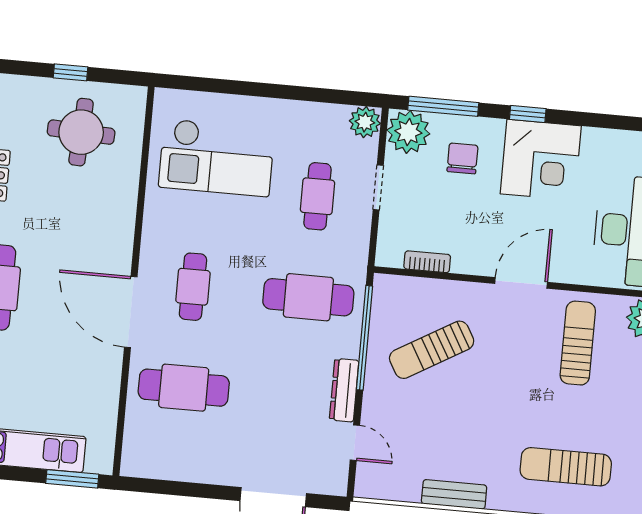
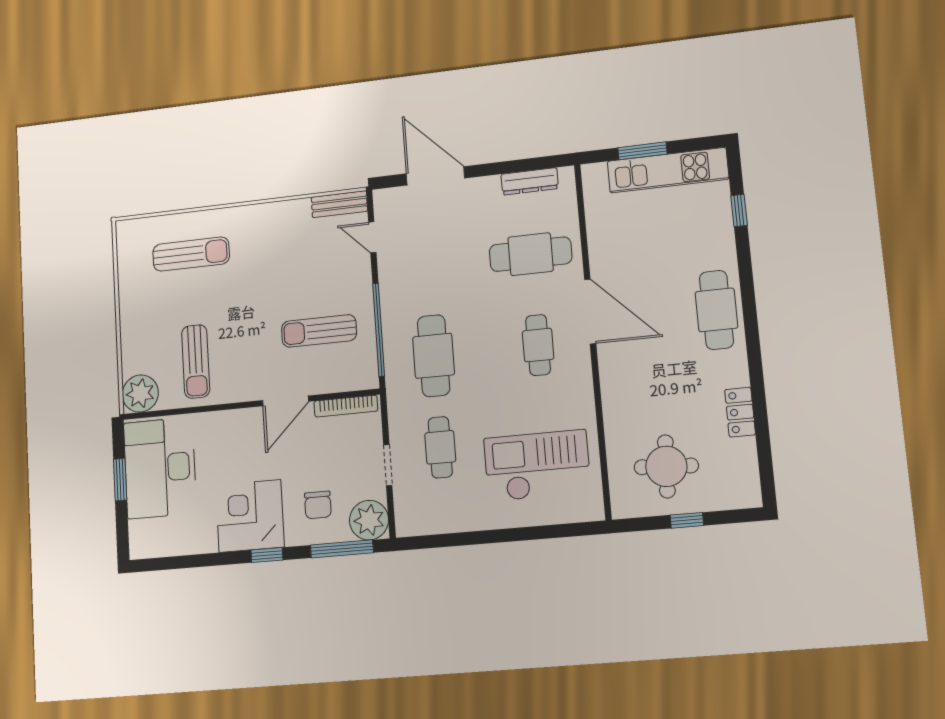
plant: (365, 122) -> (409, 522), removed
bookcase: (427, 262) -> (346, 406), width x1.56
door: (521, 283) -> (286, 401), moved
cafe table: (308, 297) -> (434, 356), turned 90
sun lounger: (432, 350) -> (319, 331), turned -150
dresser: (344, 390) -> (530, 181), moved, turned 90
window: (72, 479) -> (642, 151), moved
bench: (454, 494) -> (339, 204), moved

